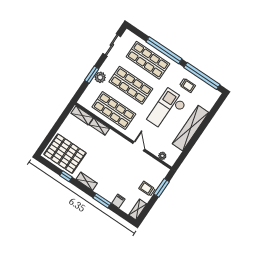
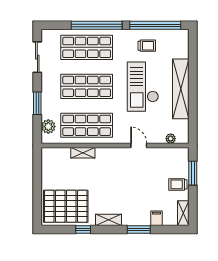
plant: (100, 77) -> (48, 127), moved
shelving: (82, 115) -> (56, 153), removed

